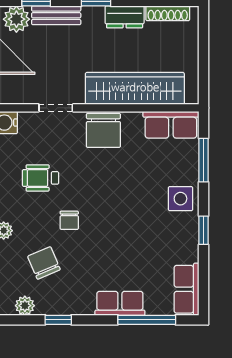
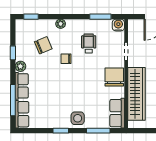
chair: (103, 130) -> (114, 77), turned 90
row of seats: (186, 289) -> (22, 114), moved, turned 90
plant: (25, 306) -> (20, 66), moved

